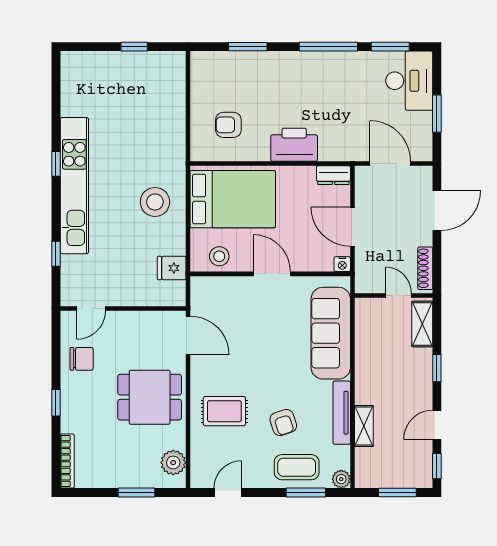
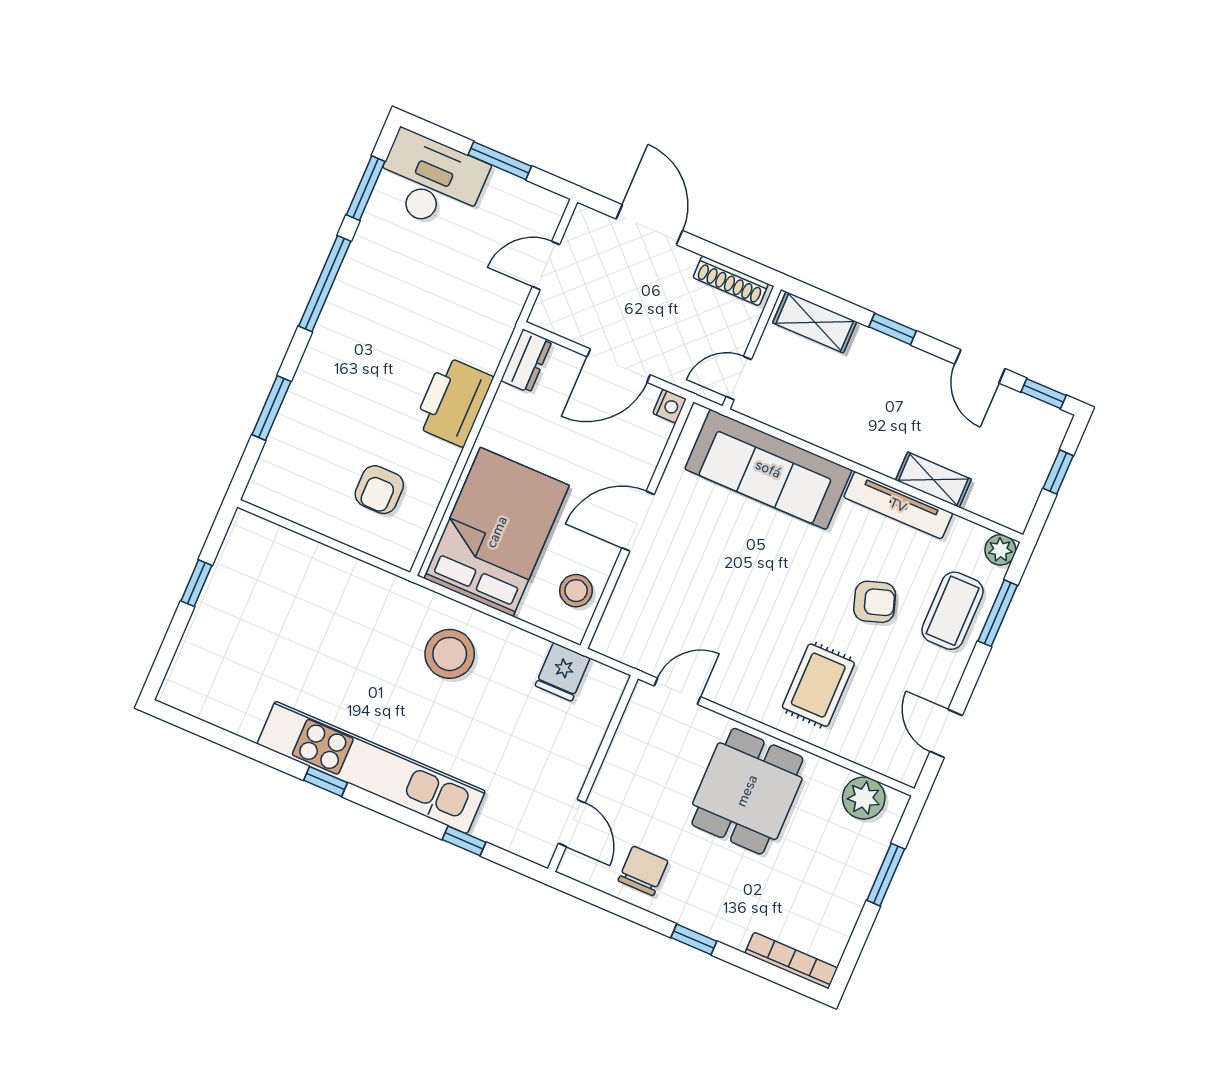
door: (390, 164) -> (546, 266), width x0.73
door: (398, 296) -> (739, 378), moved
door: (188, 335) -> (677, 691), width x0.73
window: (397, 493) -> (1058, 472), width x0.67

